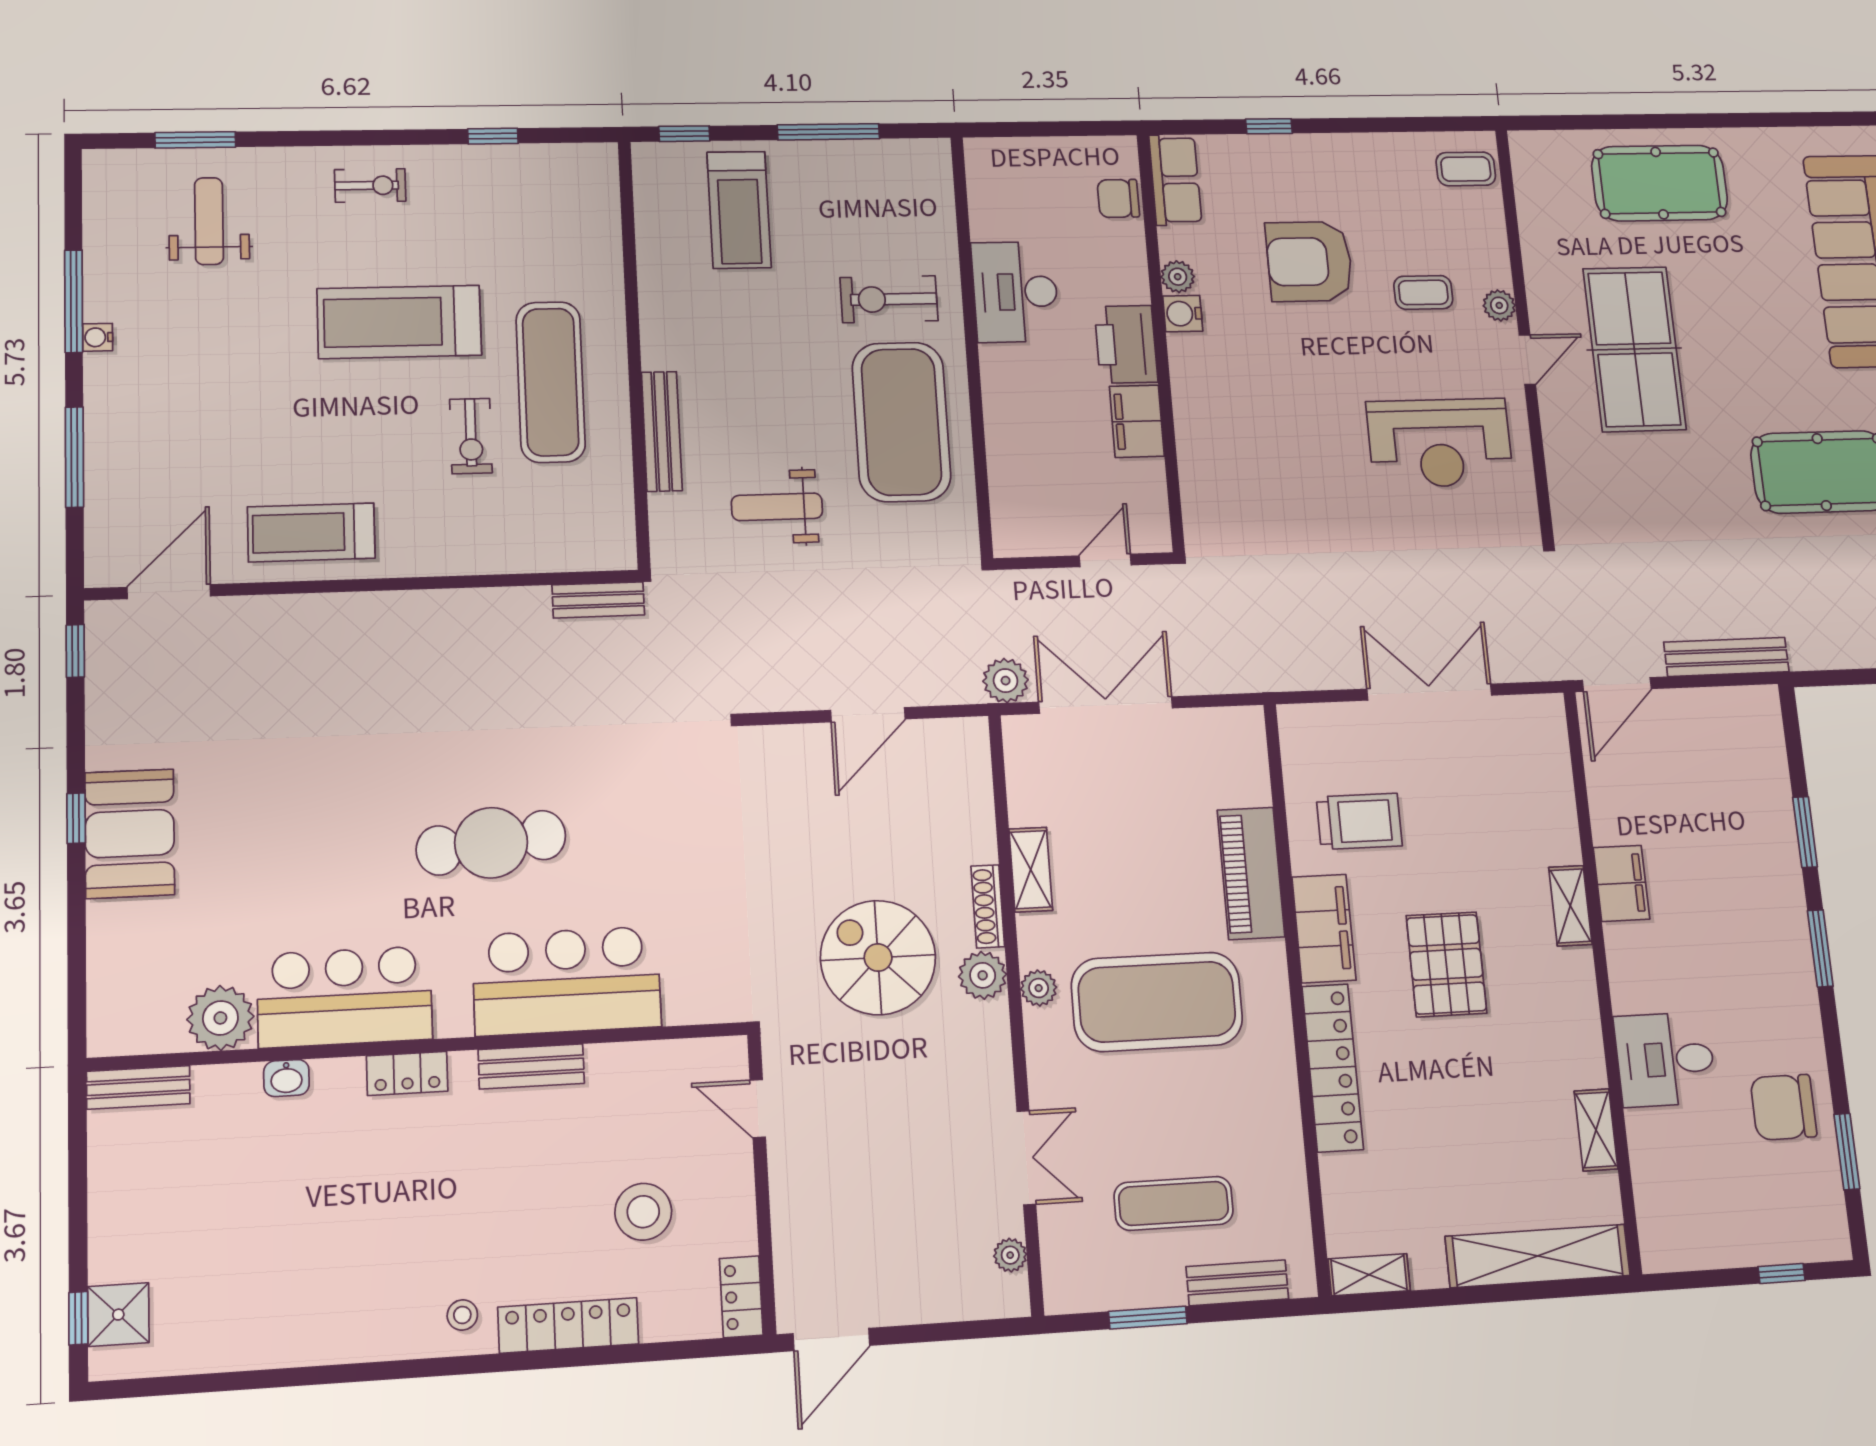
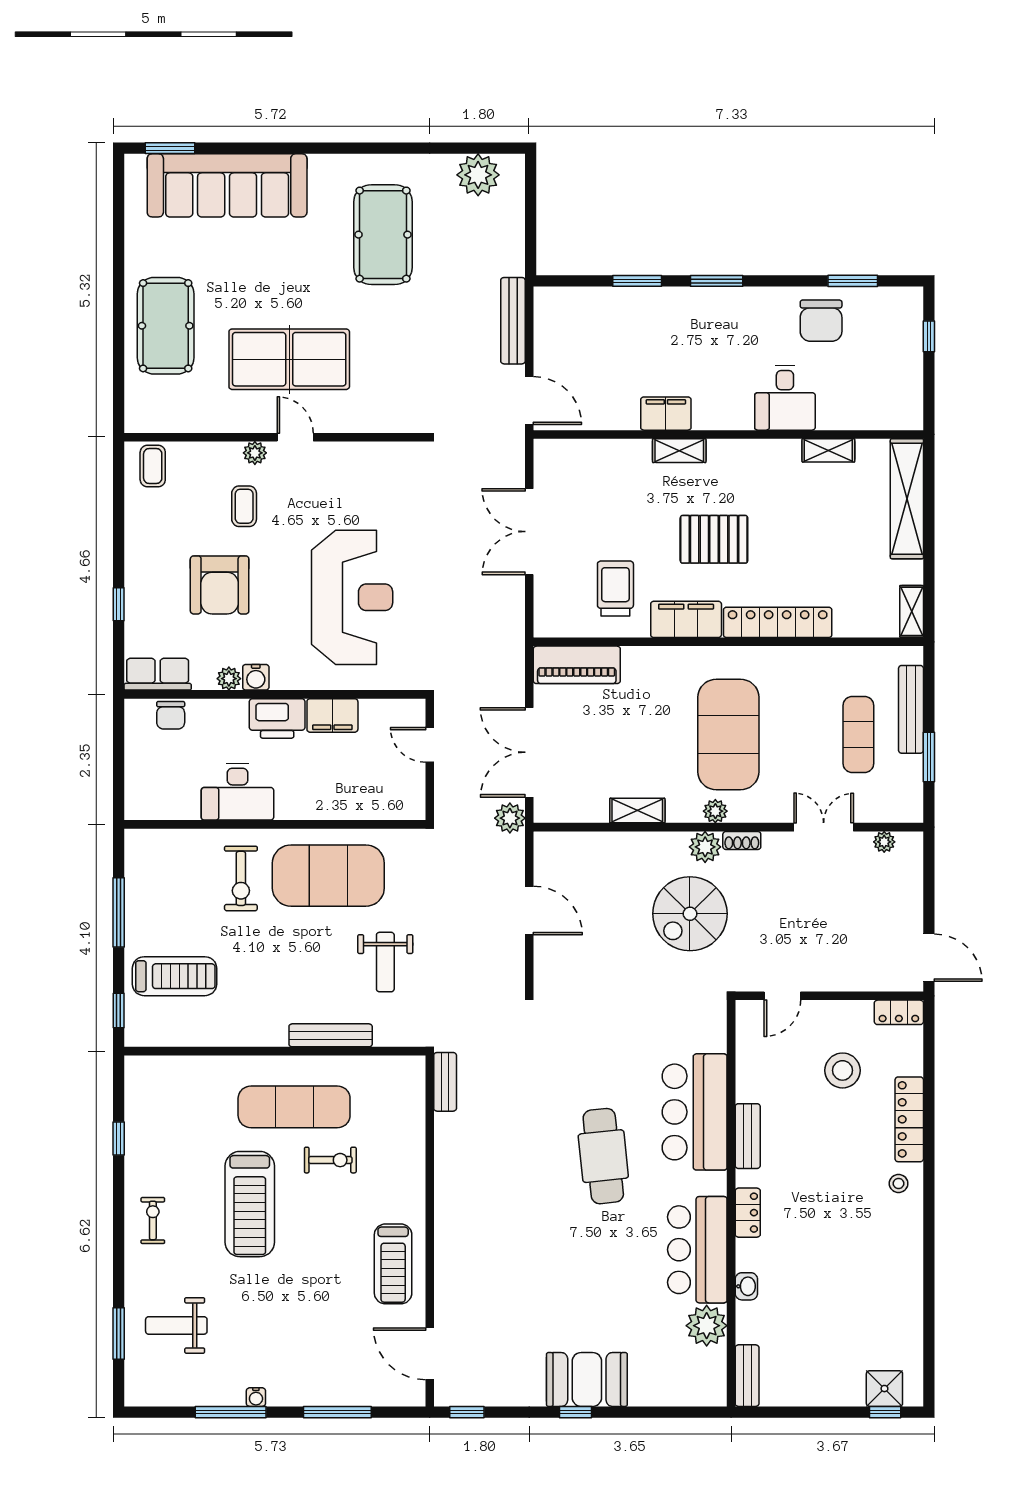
reception desk: (1440, 443) -> (352, 597), moved, width x1.36, depth x1.30
piano: (1251, 873) -> (577, 665), moved
shoe rack: (988, 906) -> (742, 840), moved, width x0.70
bench: (1237, 1283) -> (911, 709), width x1.36

